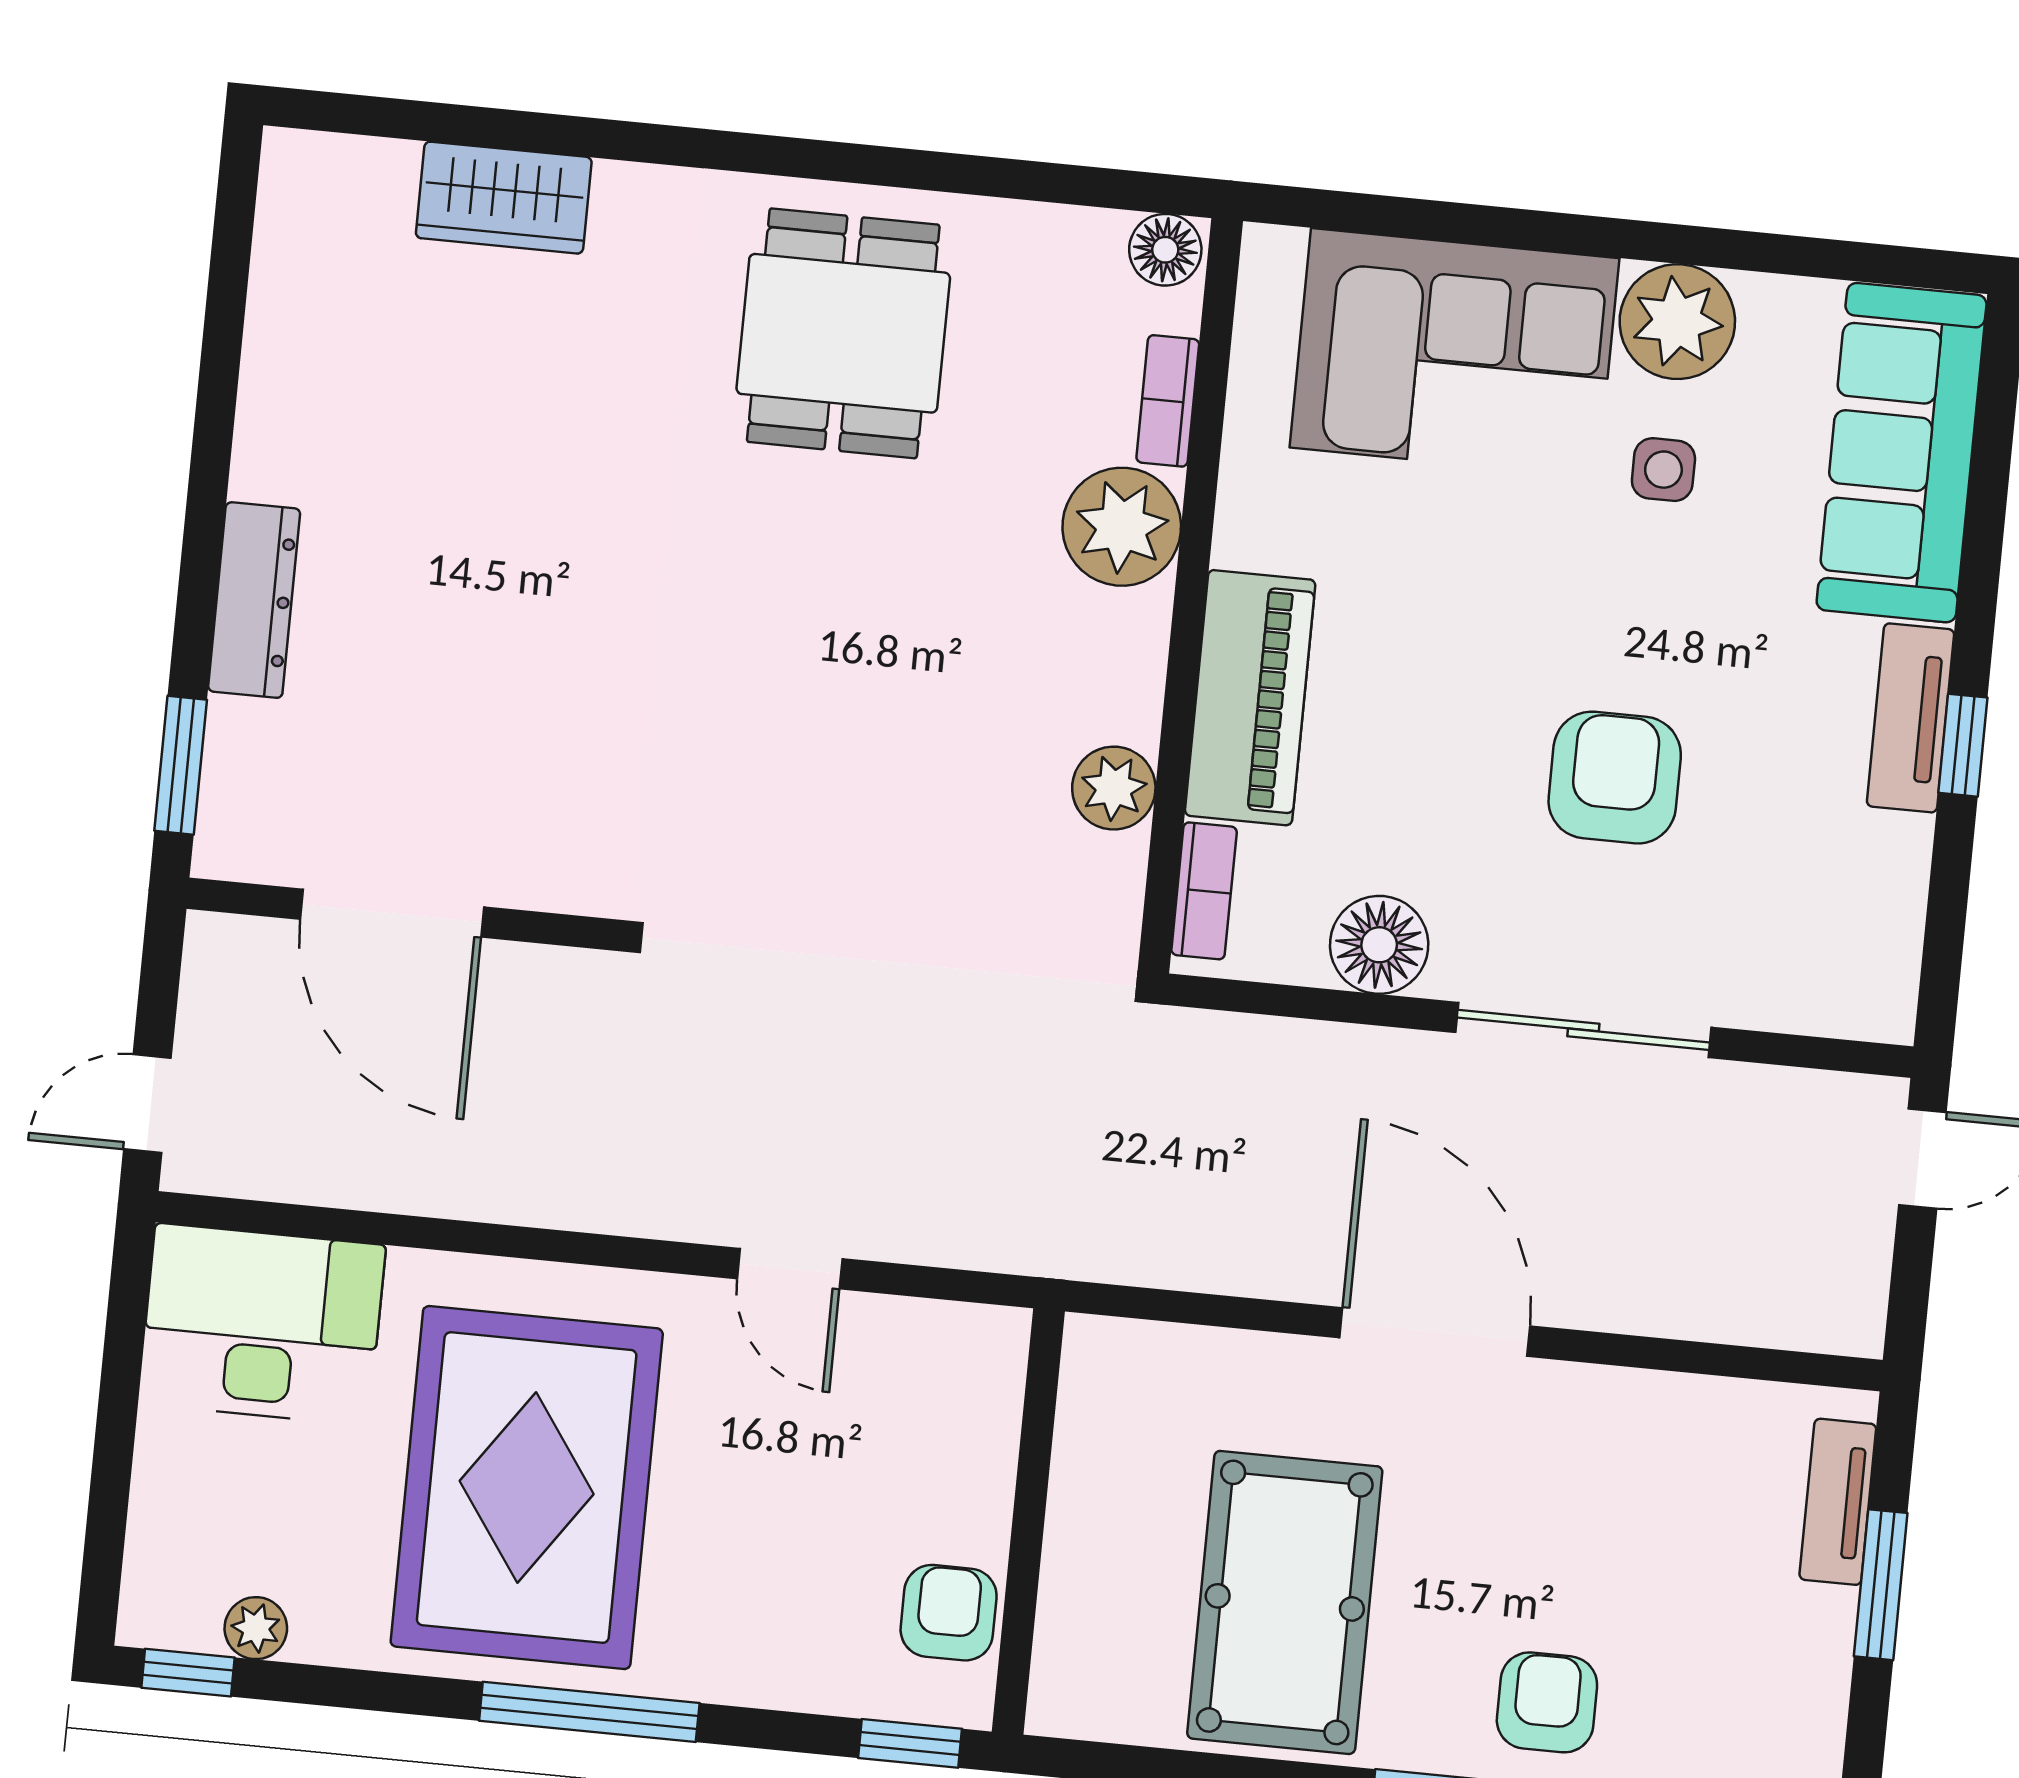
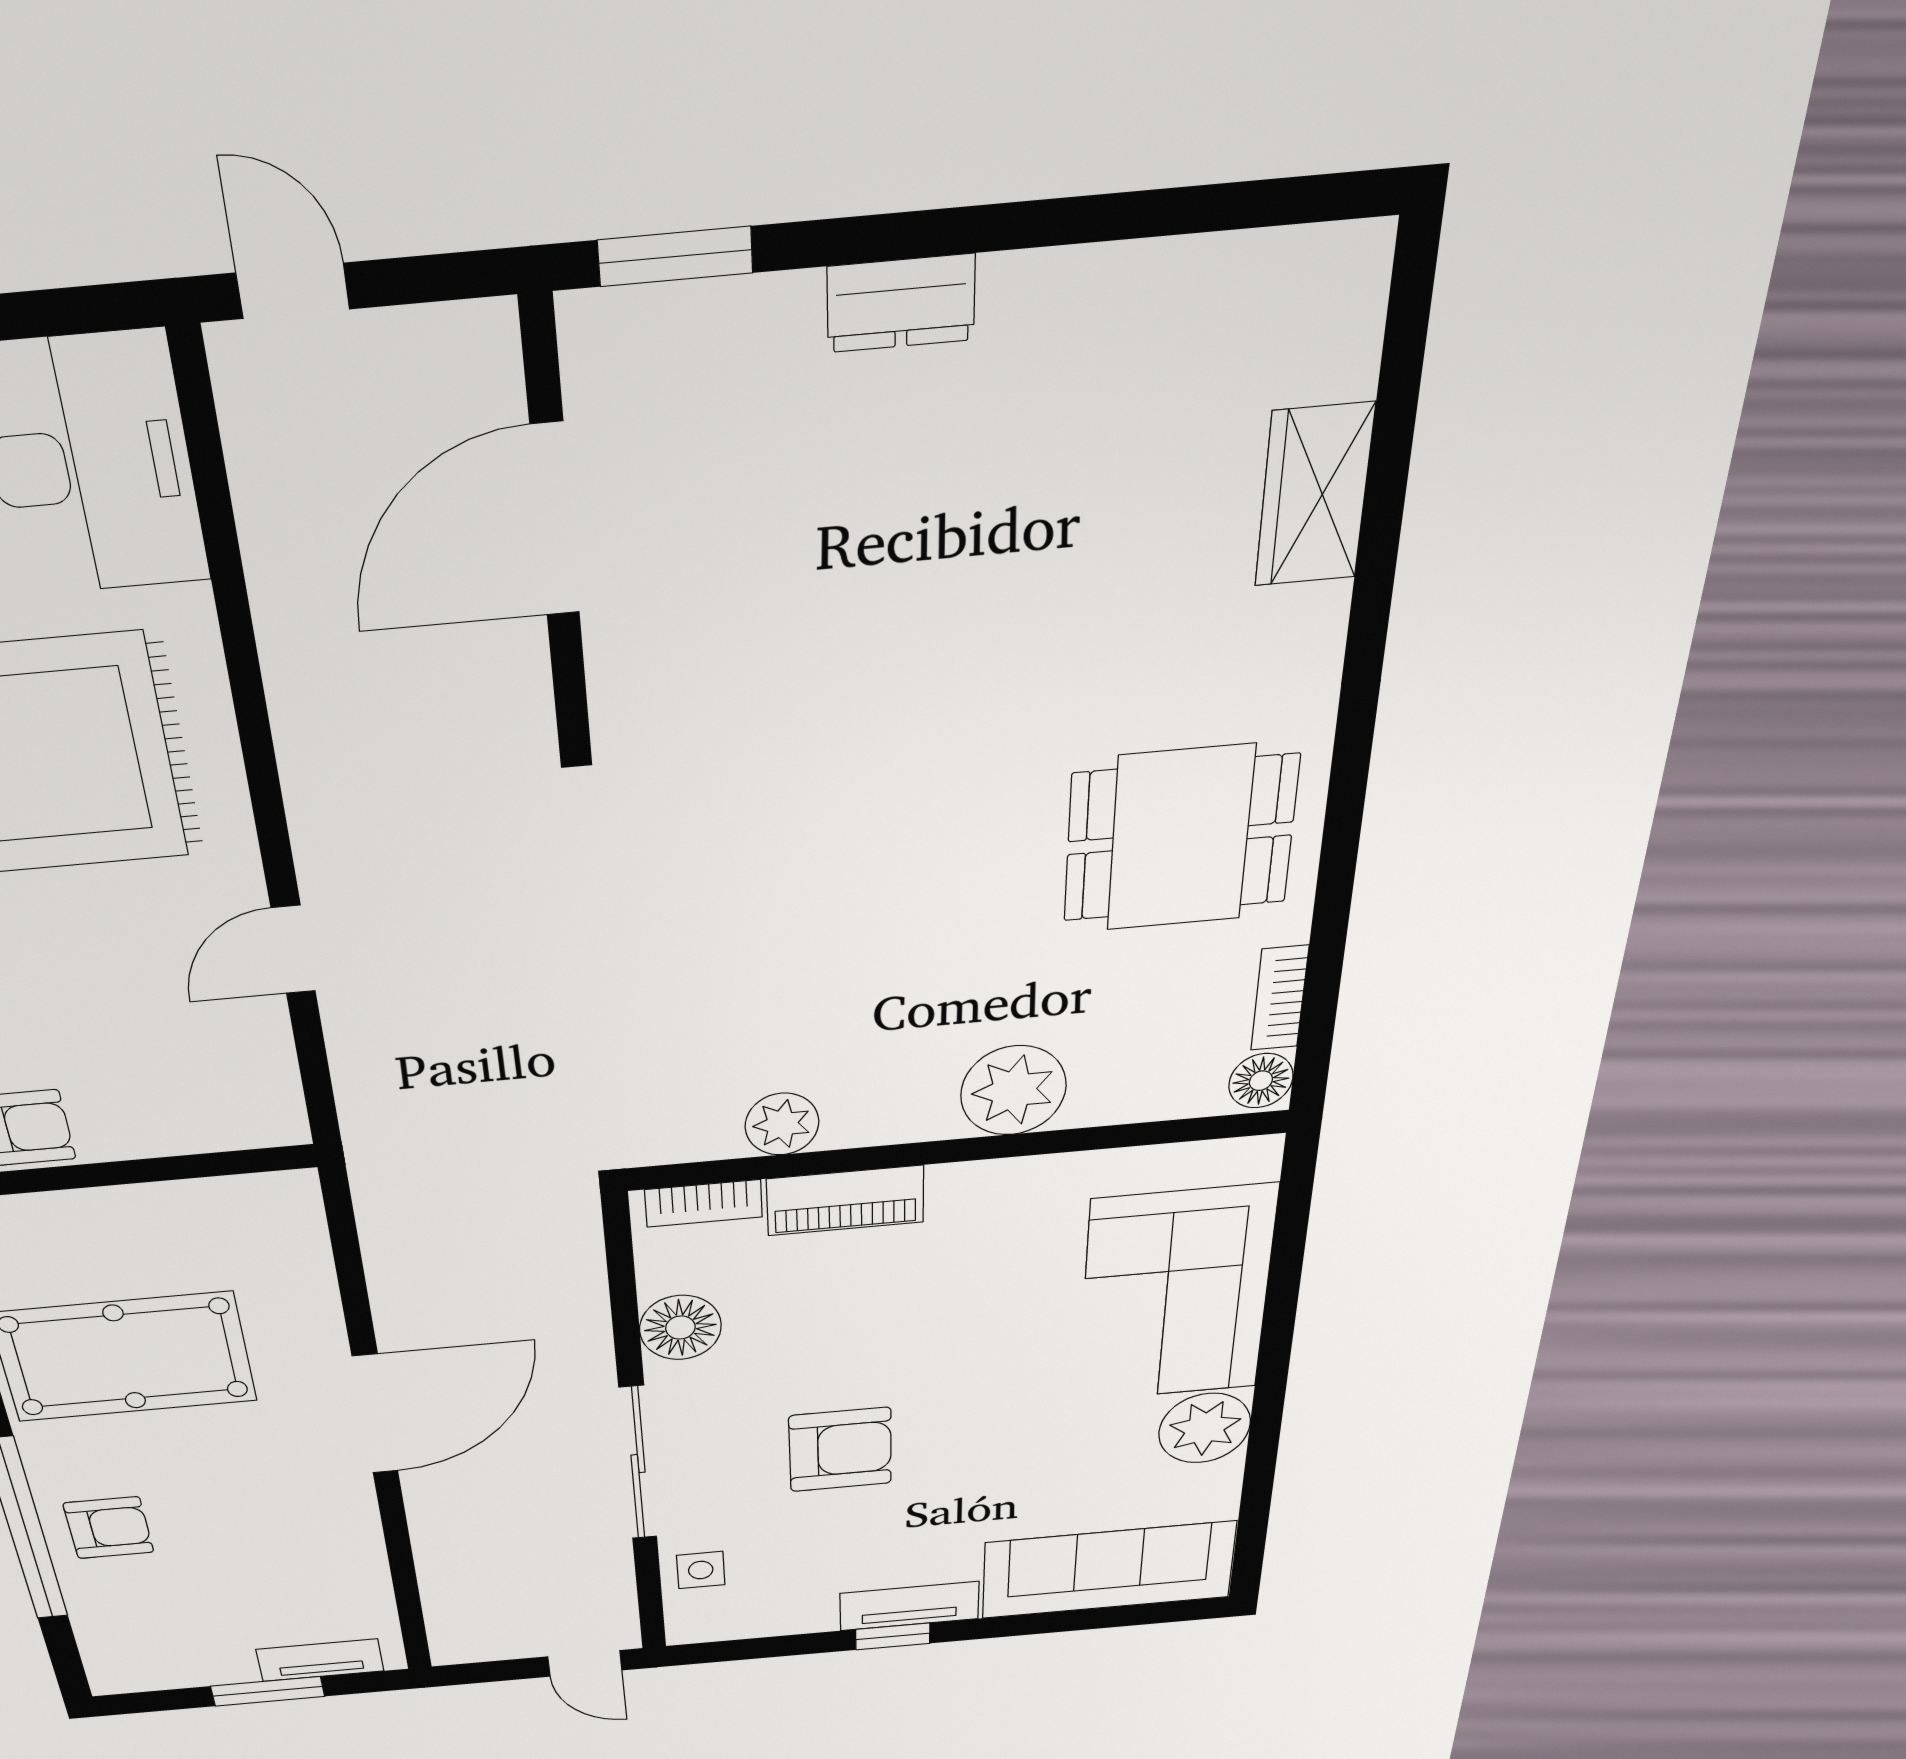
bookcase: (1168, 401) -> (1280, 998), moved, turned -90
side table: (1663, 470) -> (701, 1570), moved
dresser: (254, 600) -> (901, 303), width x0.70
piano: (1250, 698) -> (845, 1201), width x0.73, depth x0.75

